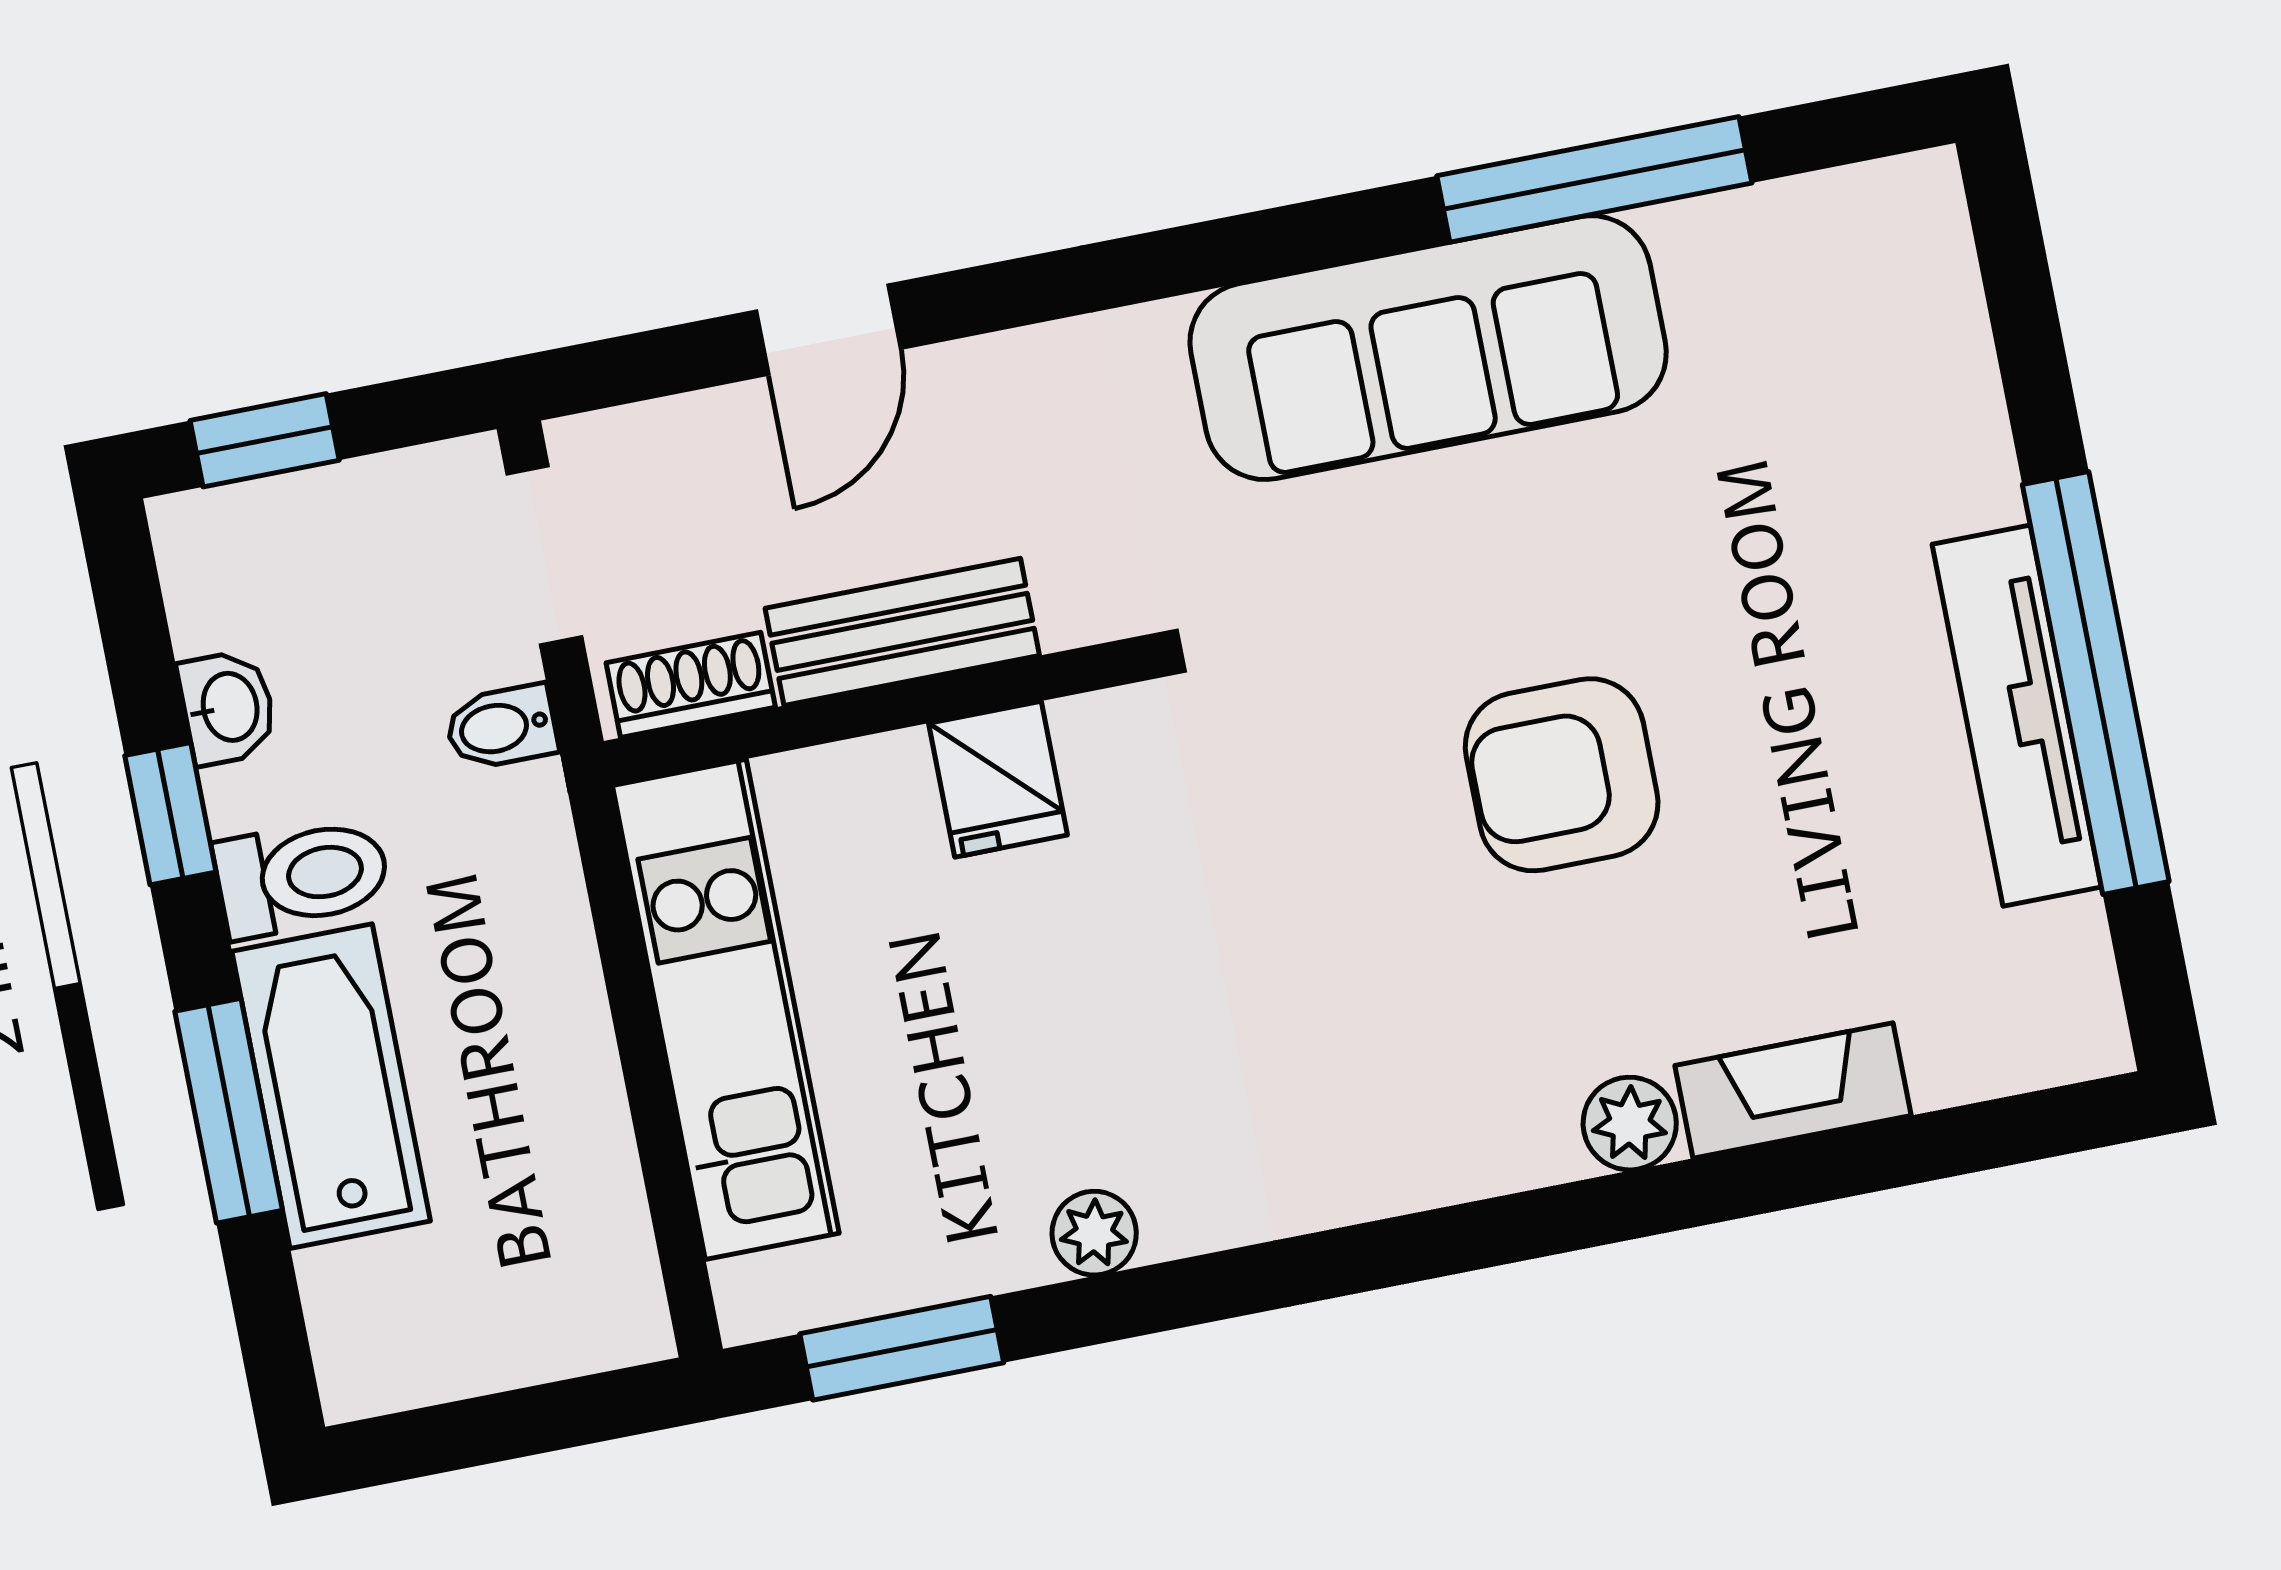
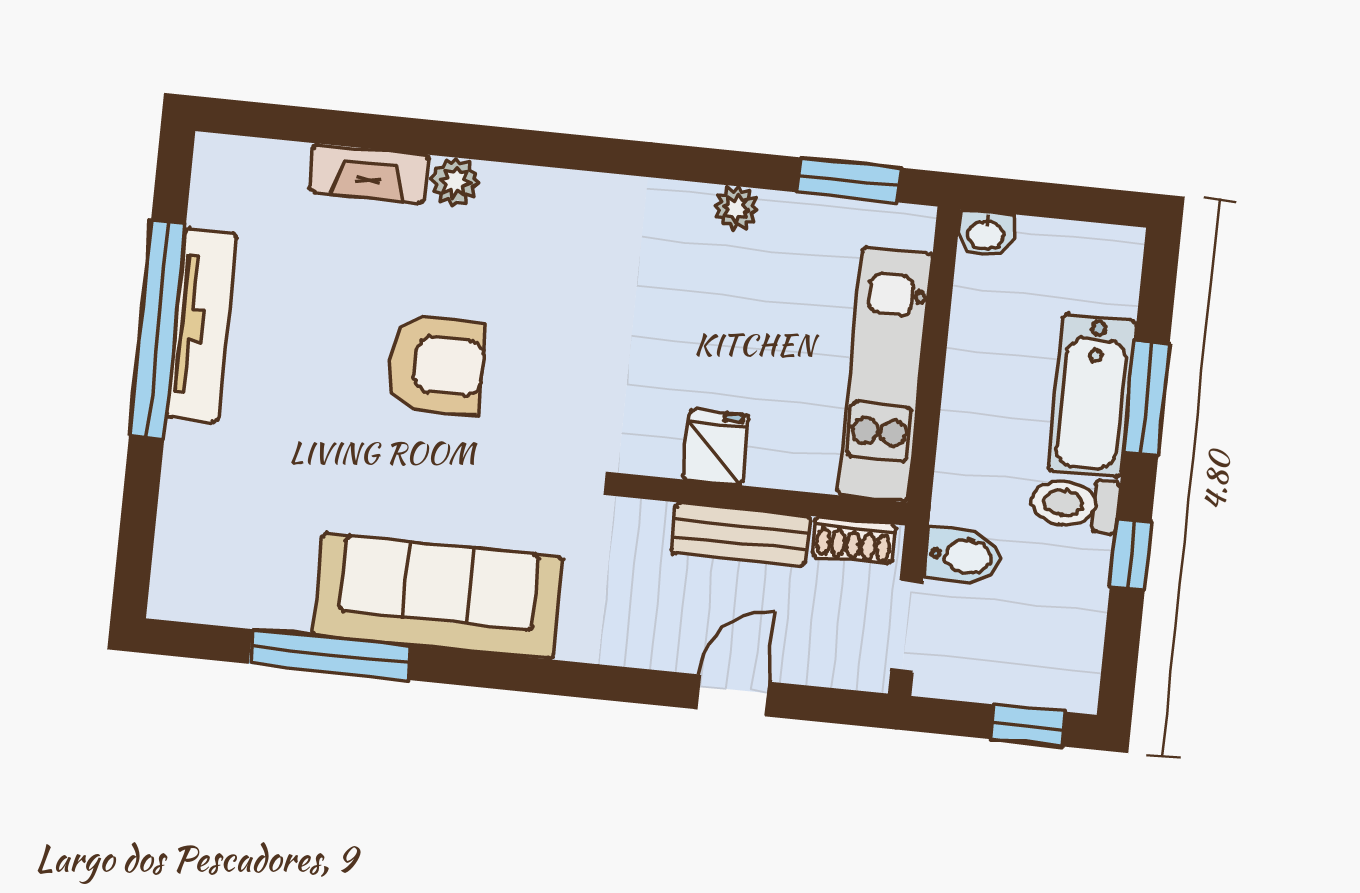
washbasin: (228, 707) -> (986, 234), moved, turned -90
bidet: (501, 727) -> (963, 556), width x1.38, depth x1.36

